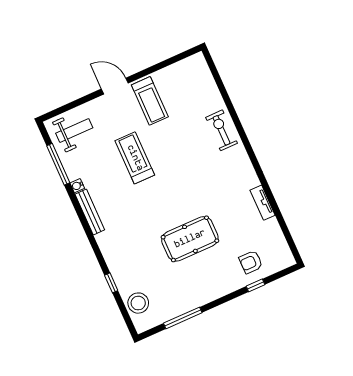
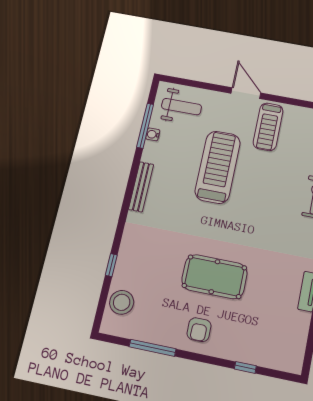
treadmill: (135, 158) -> (218, 167), width x1.37, depth x1.38
water cooler: (77, 186) -> (153, 134), moved
armchair: (251, 262) -> (199, 330), moved, turned -90

